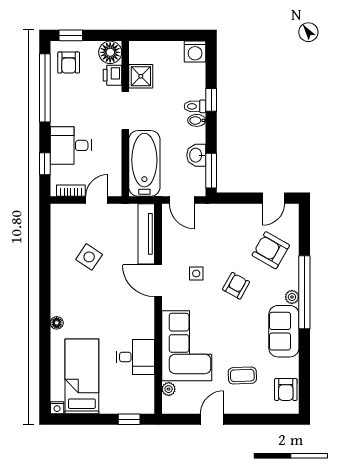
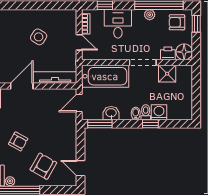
washing machine: (195, 52) -> (159, 112), moved, turned 90
plant: (58, 101) -> (150, 15), added
side table: (196, 273) -> (27, 113), removed

